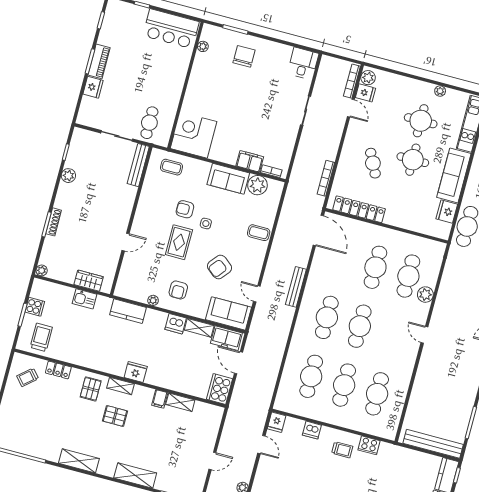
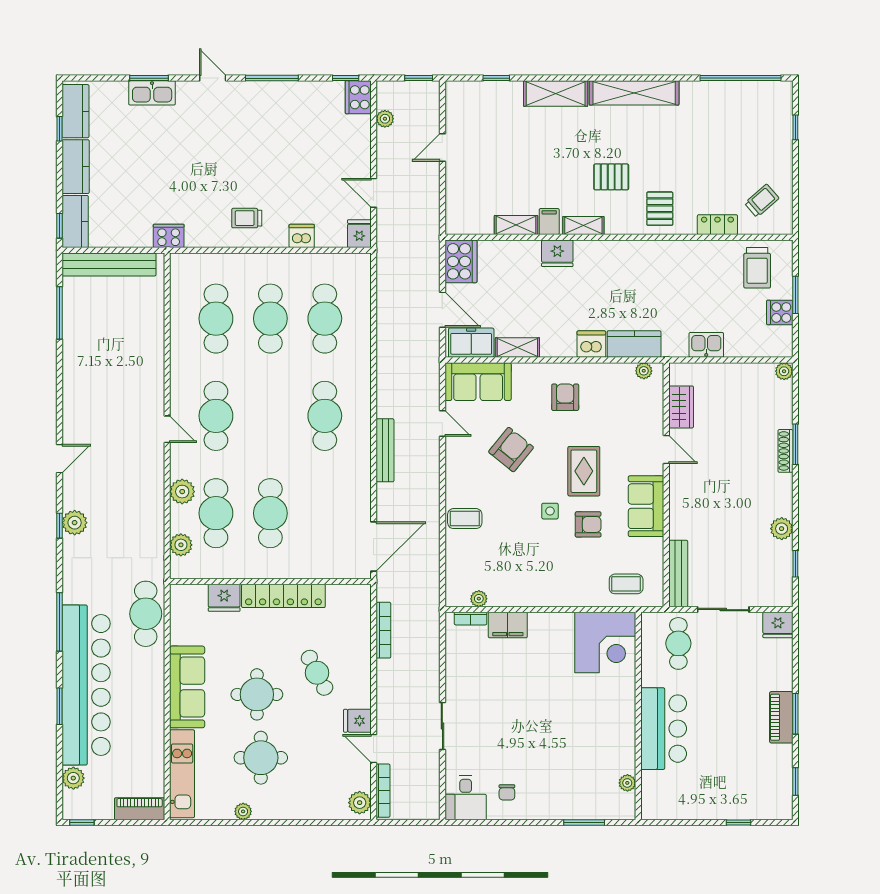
bar counter: (171, 29) -> (664, 729), moved, turned 90
chair: (244, 56) -> (507, 792), moved, width x0.54, depth x0.54
fridge: (93, 87) -> (778, 625), moved, turned -90
fridge: (365, 93) -> (357, 721), moved
sofa: (228, 179) -> (646, 506), moved, turned -90
plant: (257, 185) -> (479, 599), width x0.53, depth x0.53
locker: (359, 209) -> (283, 596), moved
fridge: (447, 212) -> (224, 598), moved, turned 90
door: (318, 230) -> (374, 546), swing flipped
door: (126, 242) -> (666, 449), swing flipped
plant: (435, 262) -> (181, 545), added
wardrobe: (89, 281) -> (681, 407), moved, turned -90
plant: (153, 300) -> (644, 371), moved
dishwasher: (176, 324) -> (591, 344), moved
cafe table: (360, 326) -> (216, 416), moved
fridge: (136, 372) -> (557, 253), moved
shelving: (121, 386) -> (583, 225), moved
cooker: (369, 445) -> (169, 236), moved
shelving: (79, 461) -> (634, 93), width x1.47

